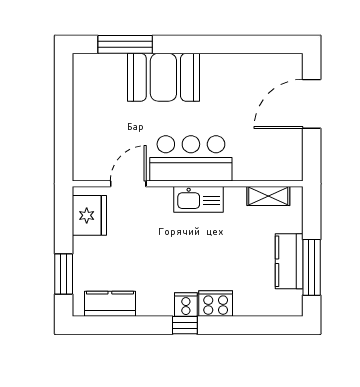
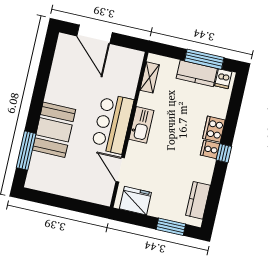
dishwasher: (290, 301) -> (223, 79), added

